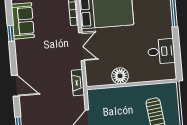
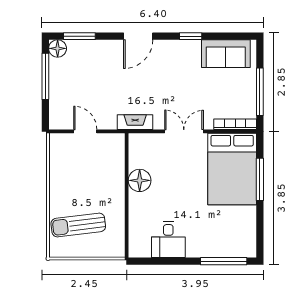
window: (11, 33) -> (191, 36), moved
double door: (82, 47) -> (184, 131), swing flipped

